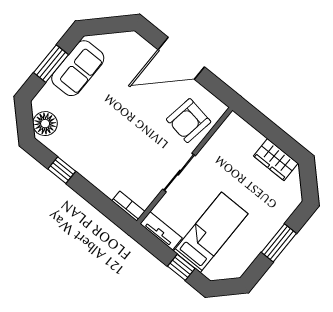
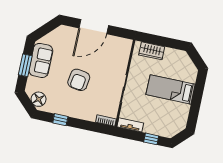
armchair: (189, 121) -> (79, 80), moved
wardrobe: (276, 160) -> (152, 51), moved
bed: (211, 232) -> (171, 89), moved, turned -90
window: (279, 243) -> (197, 99), removed

